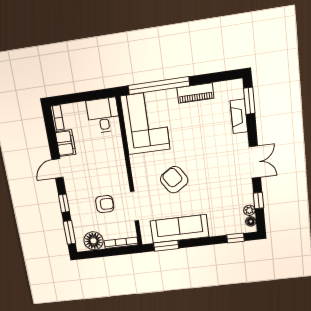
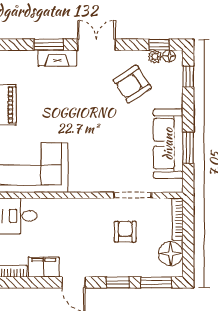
window: (249, 101) -> (48, 45), moved
fireplace: (239, 116) -> (57, 58), moved
armchair: (174, 180) -> (132, 84), moved
window: (258, 201) -> (159, 45), moved
window: (166, 246) -> (188, 148), moved

